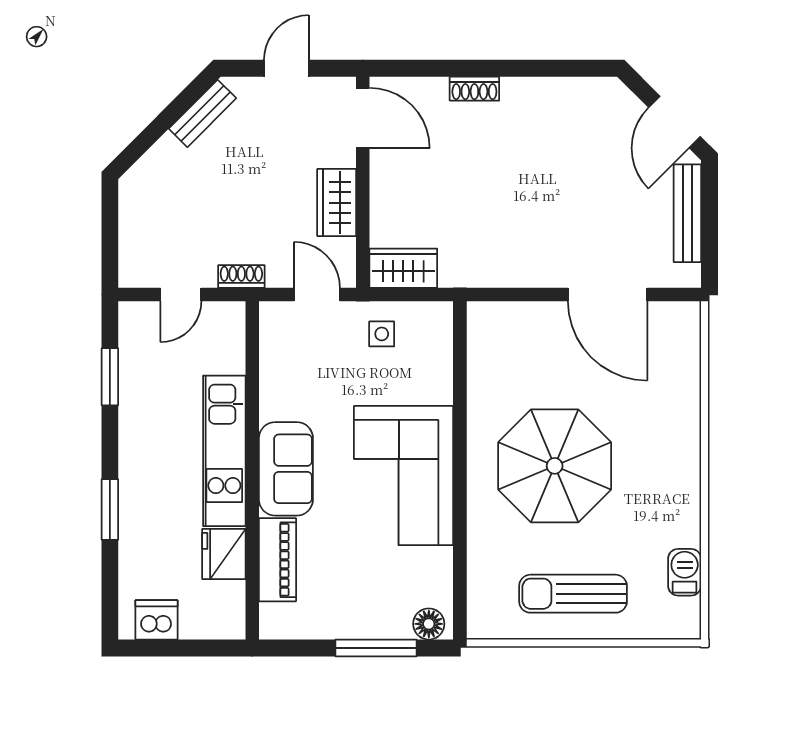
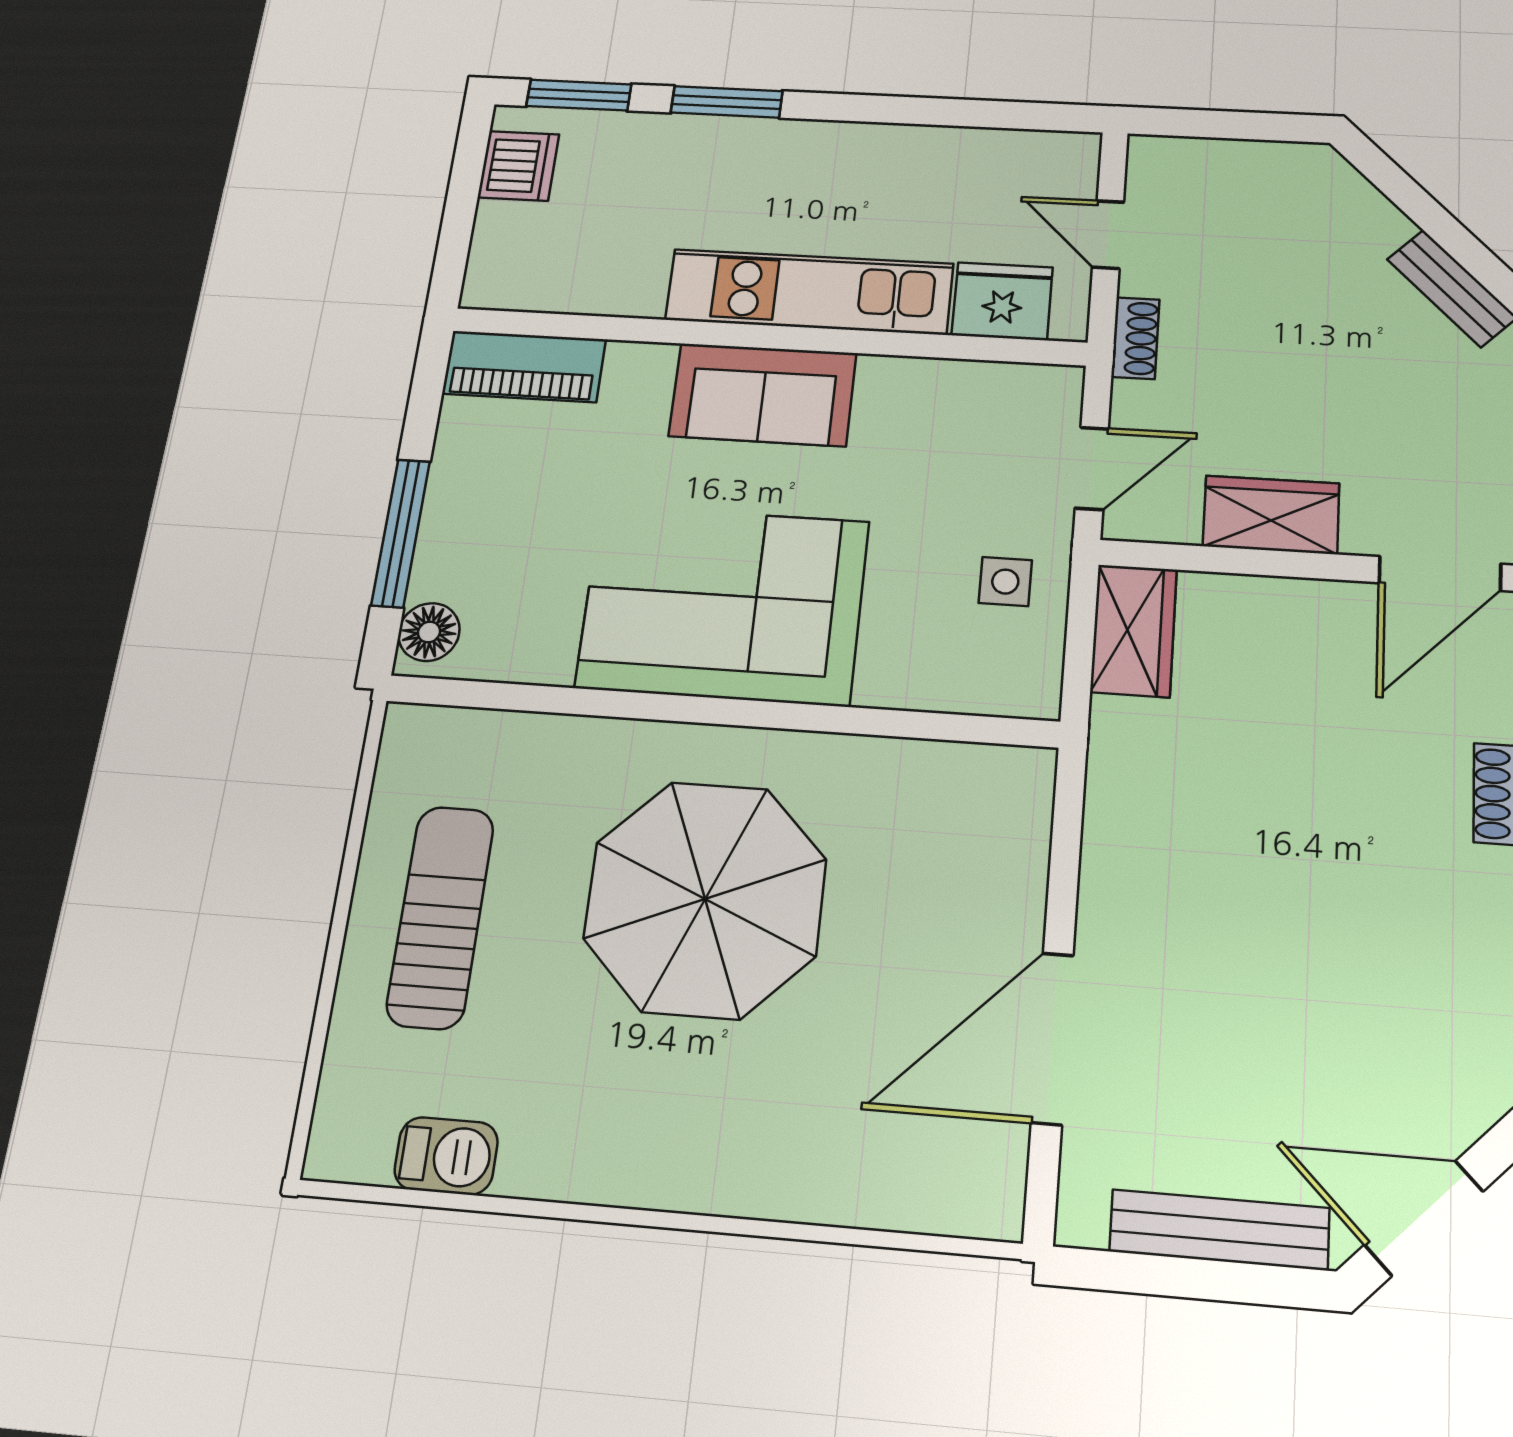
window: (110, 377) -> (579, 95), moved
fridge: (224, 554) -> (1002, 301), moved
piano: (278, 560) -> (524, 366), moved

